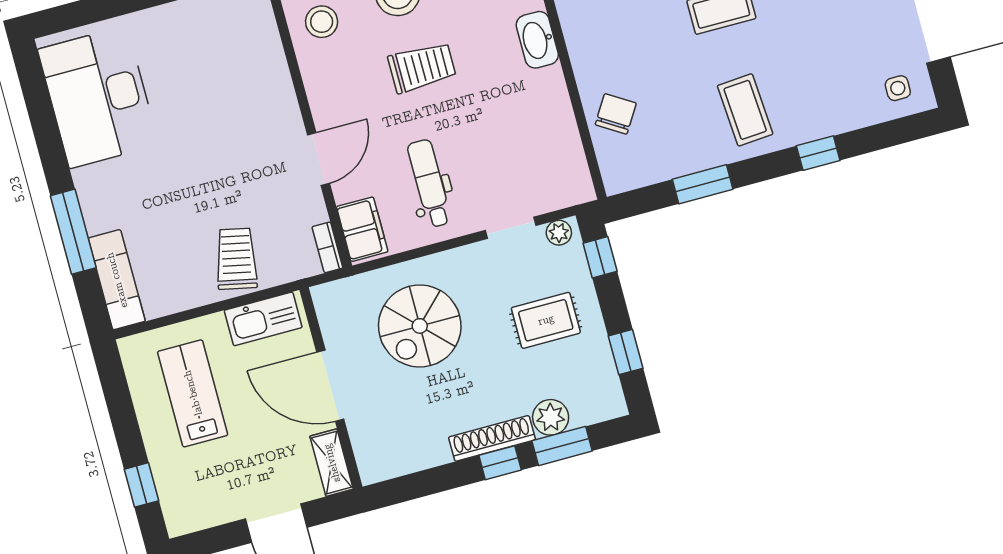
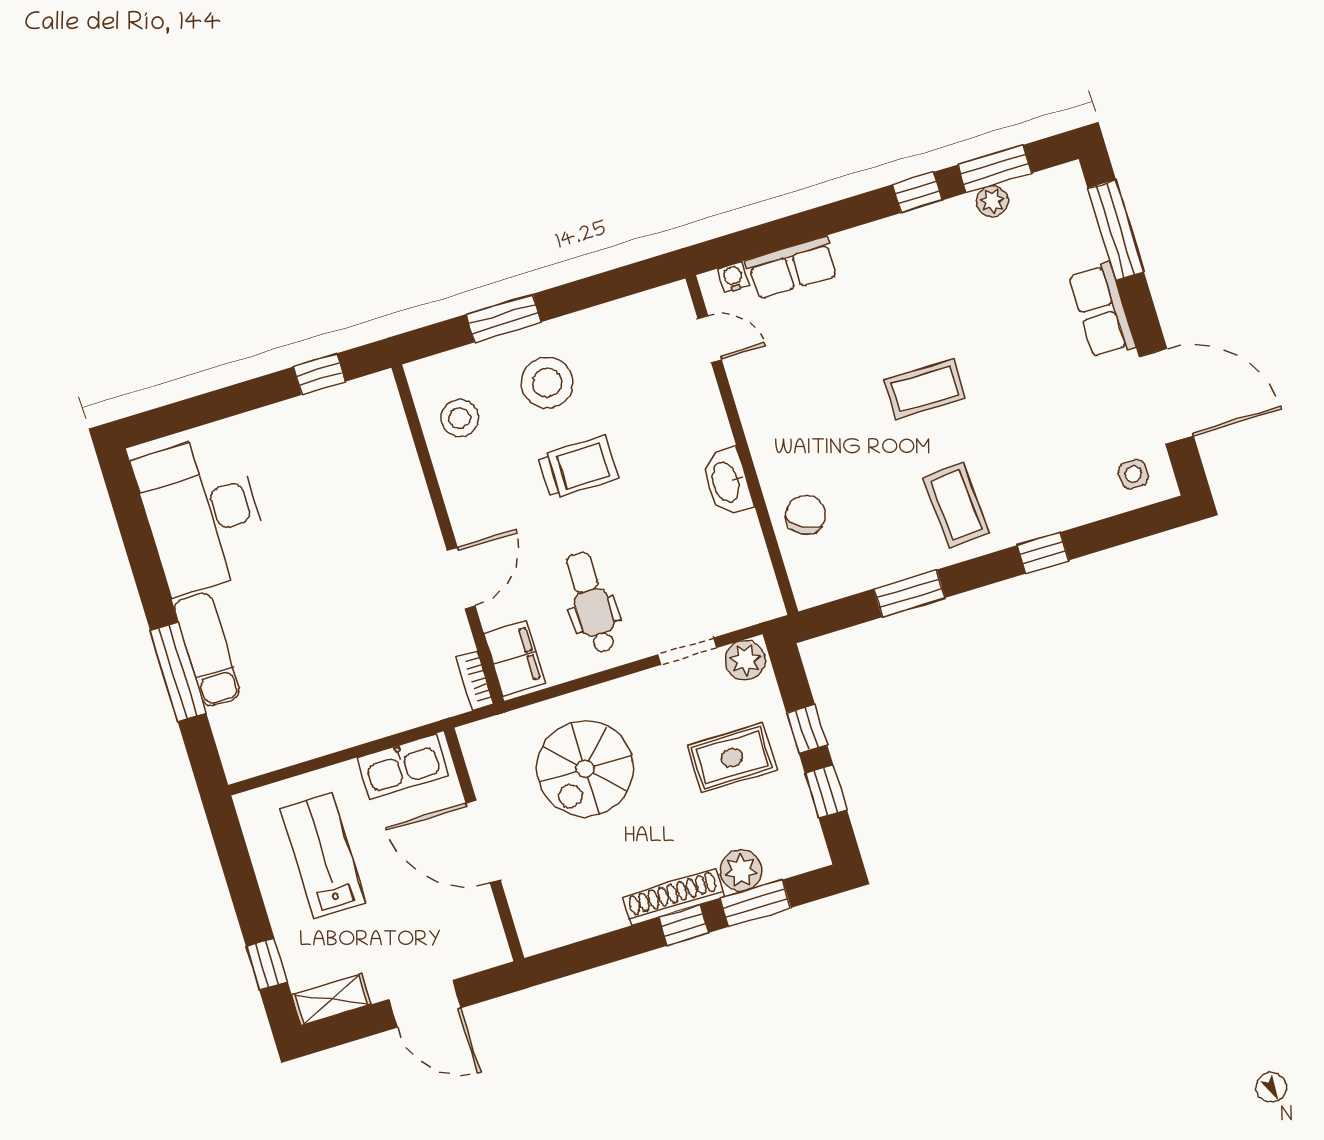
washbasin: (537, 40) -> (727, 482), moved
plant: (559, 233) -> (745, 660), width x1.38, depth x1.38
window: (600, 257) -> (807, 729), moved
trolley: (236, 259) -> (369, 697), removed
exam couch: (117, 280) -> (207, 649), moved
shelving: (332, 463) -> (331, 1000), moved, turned 90

